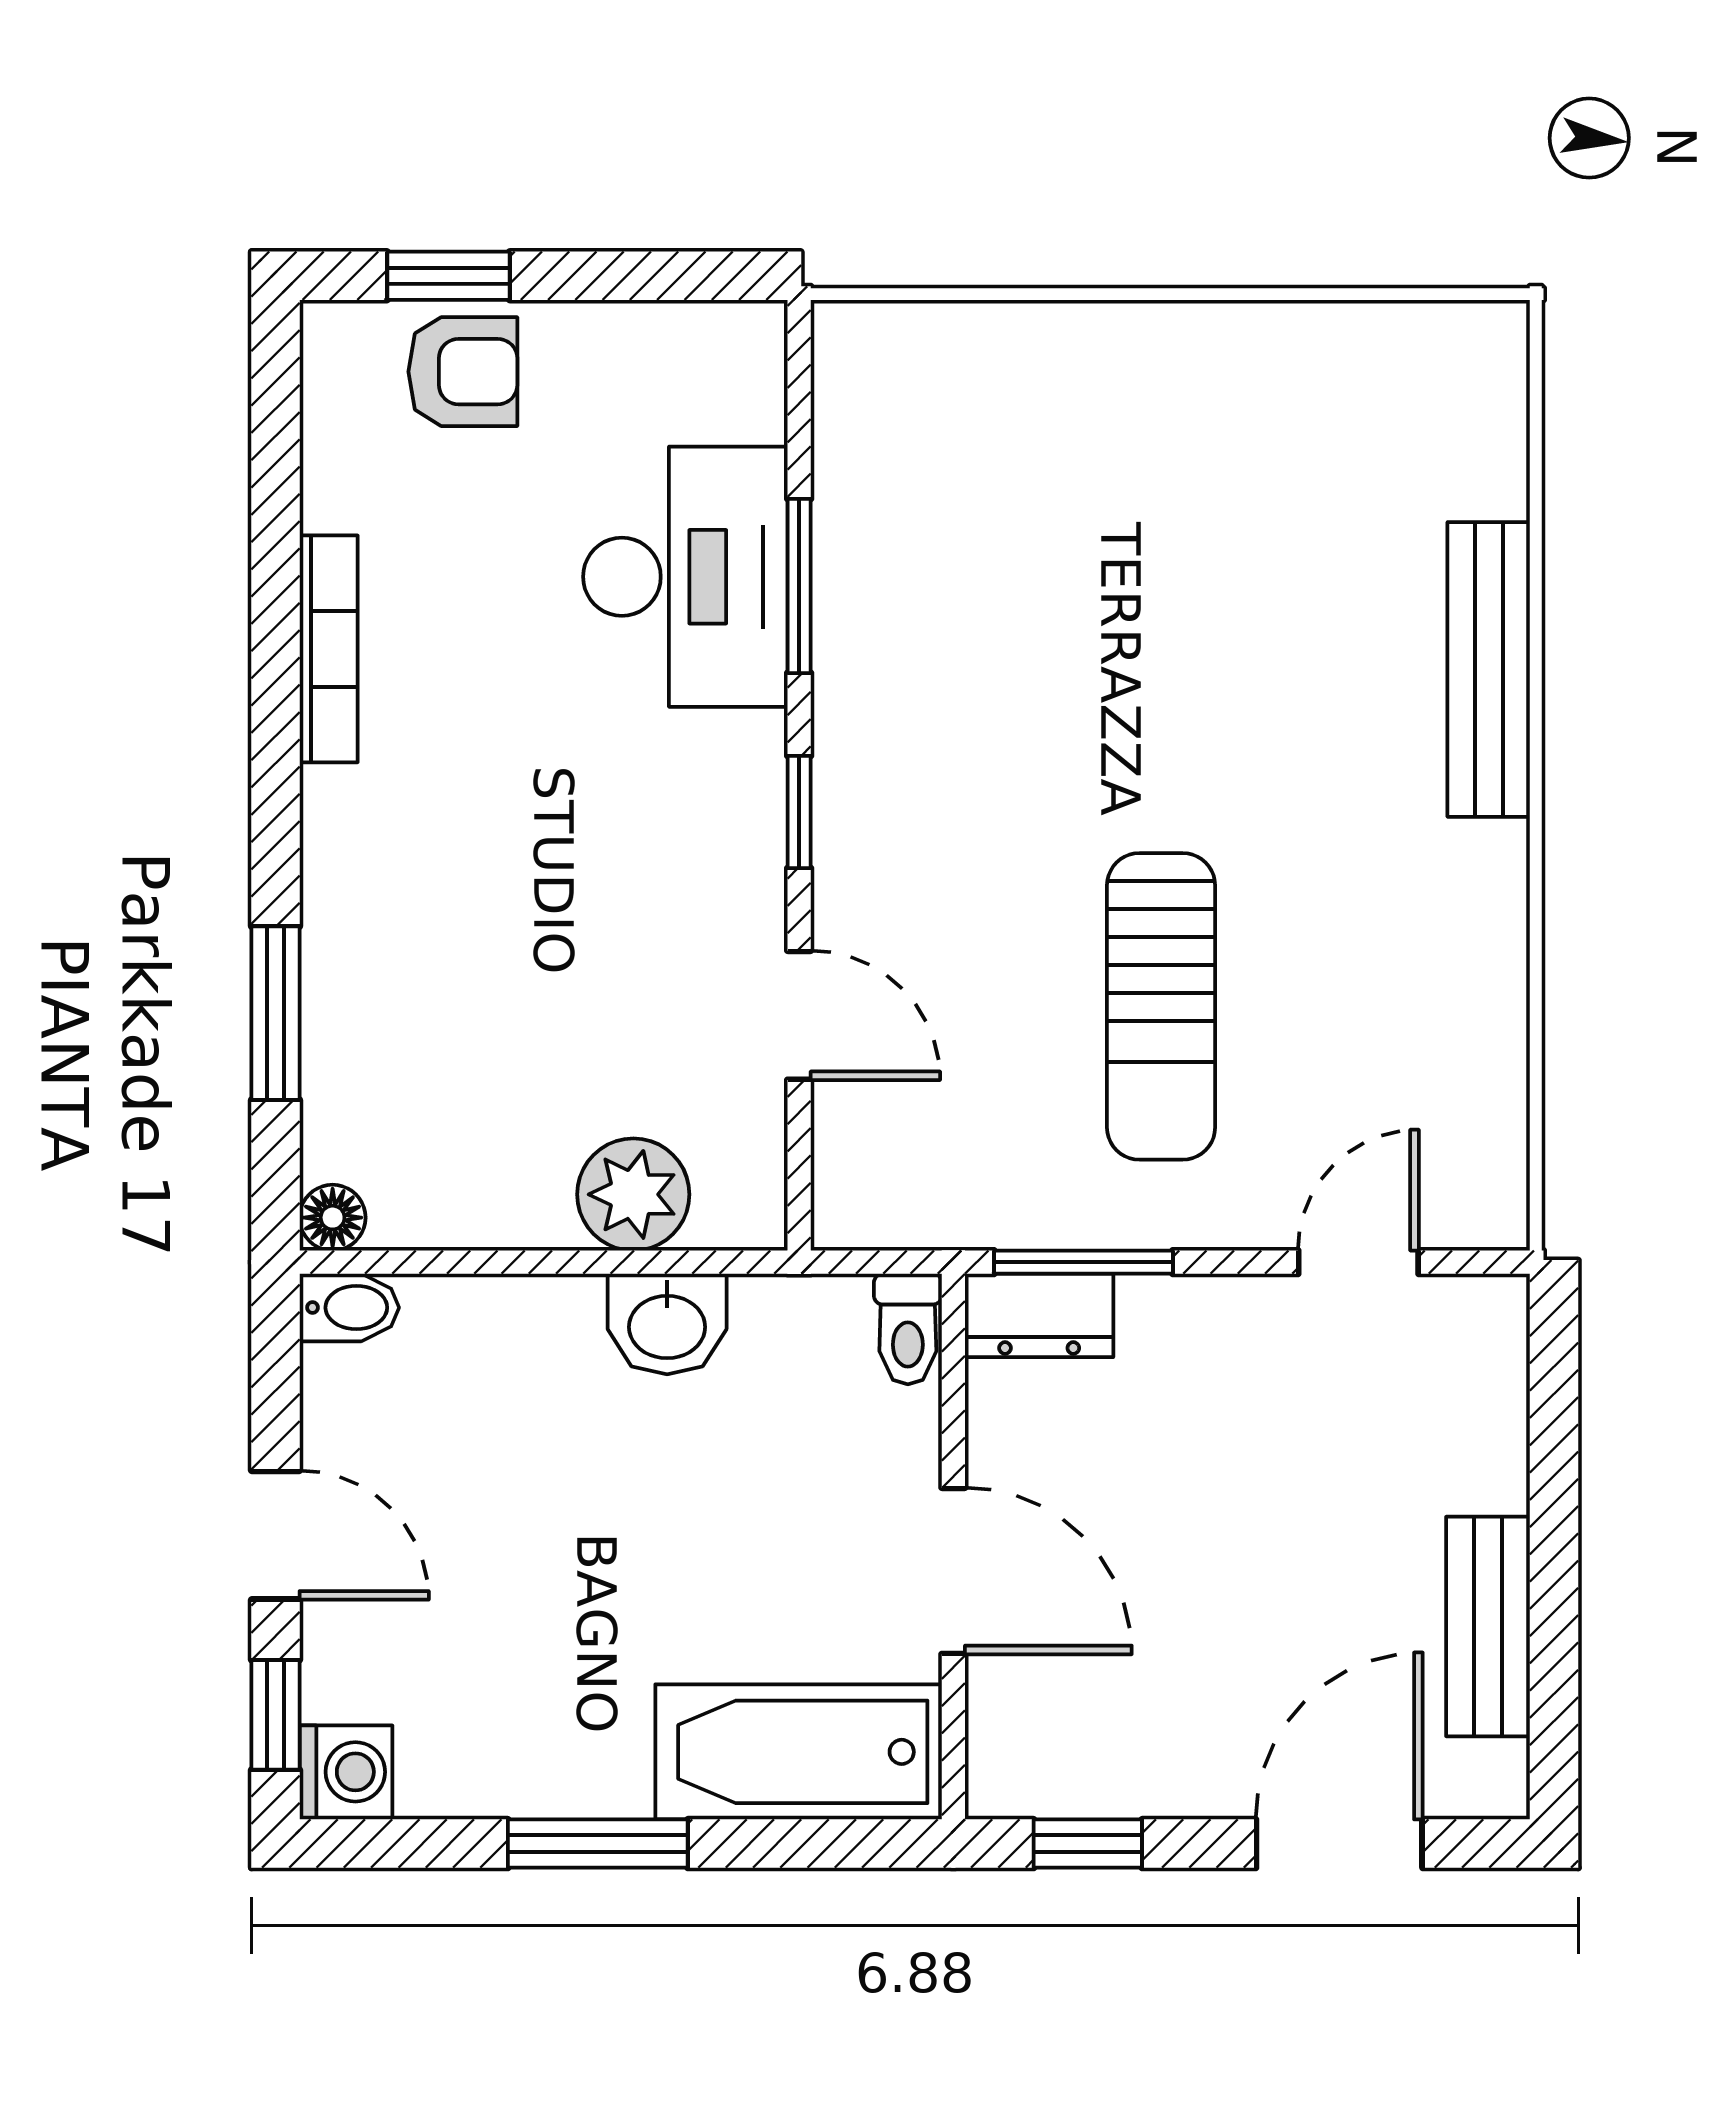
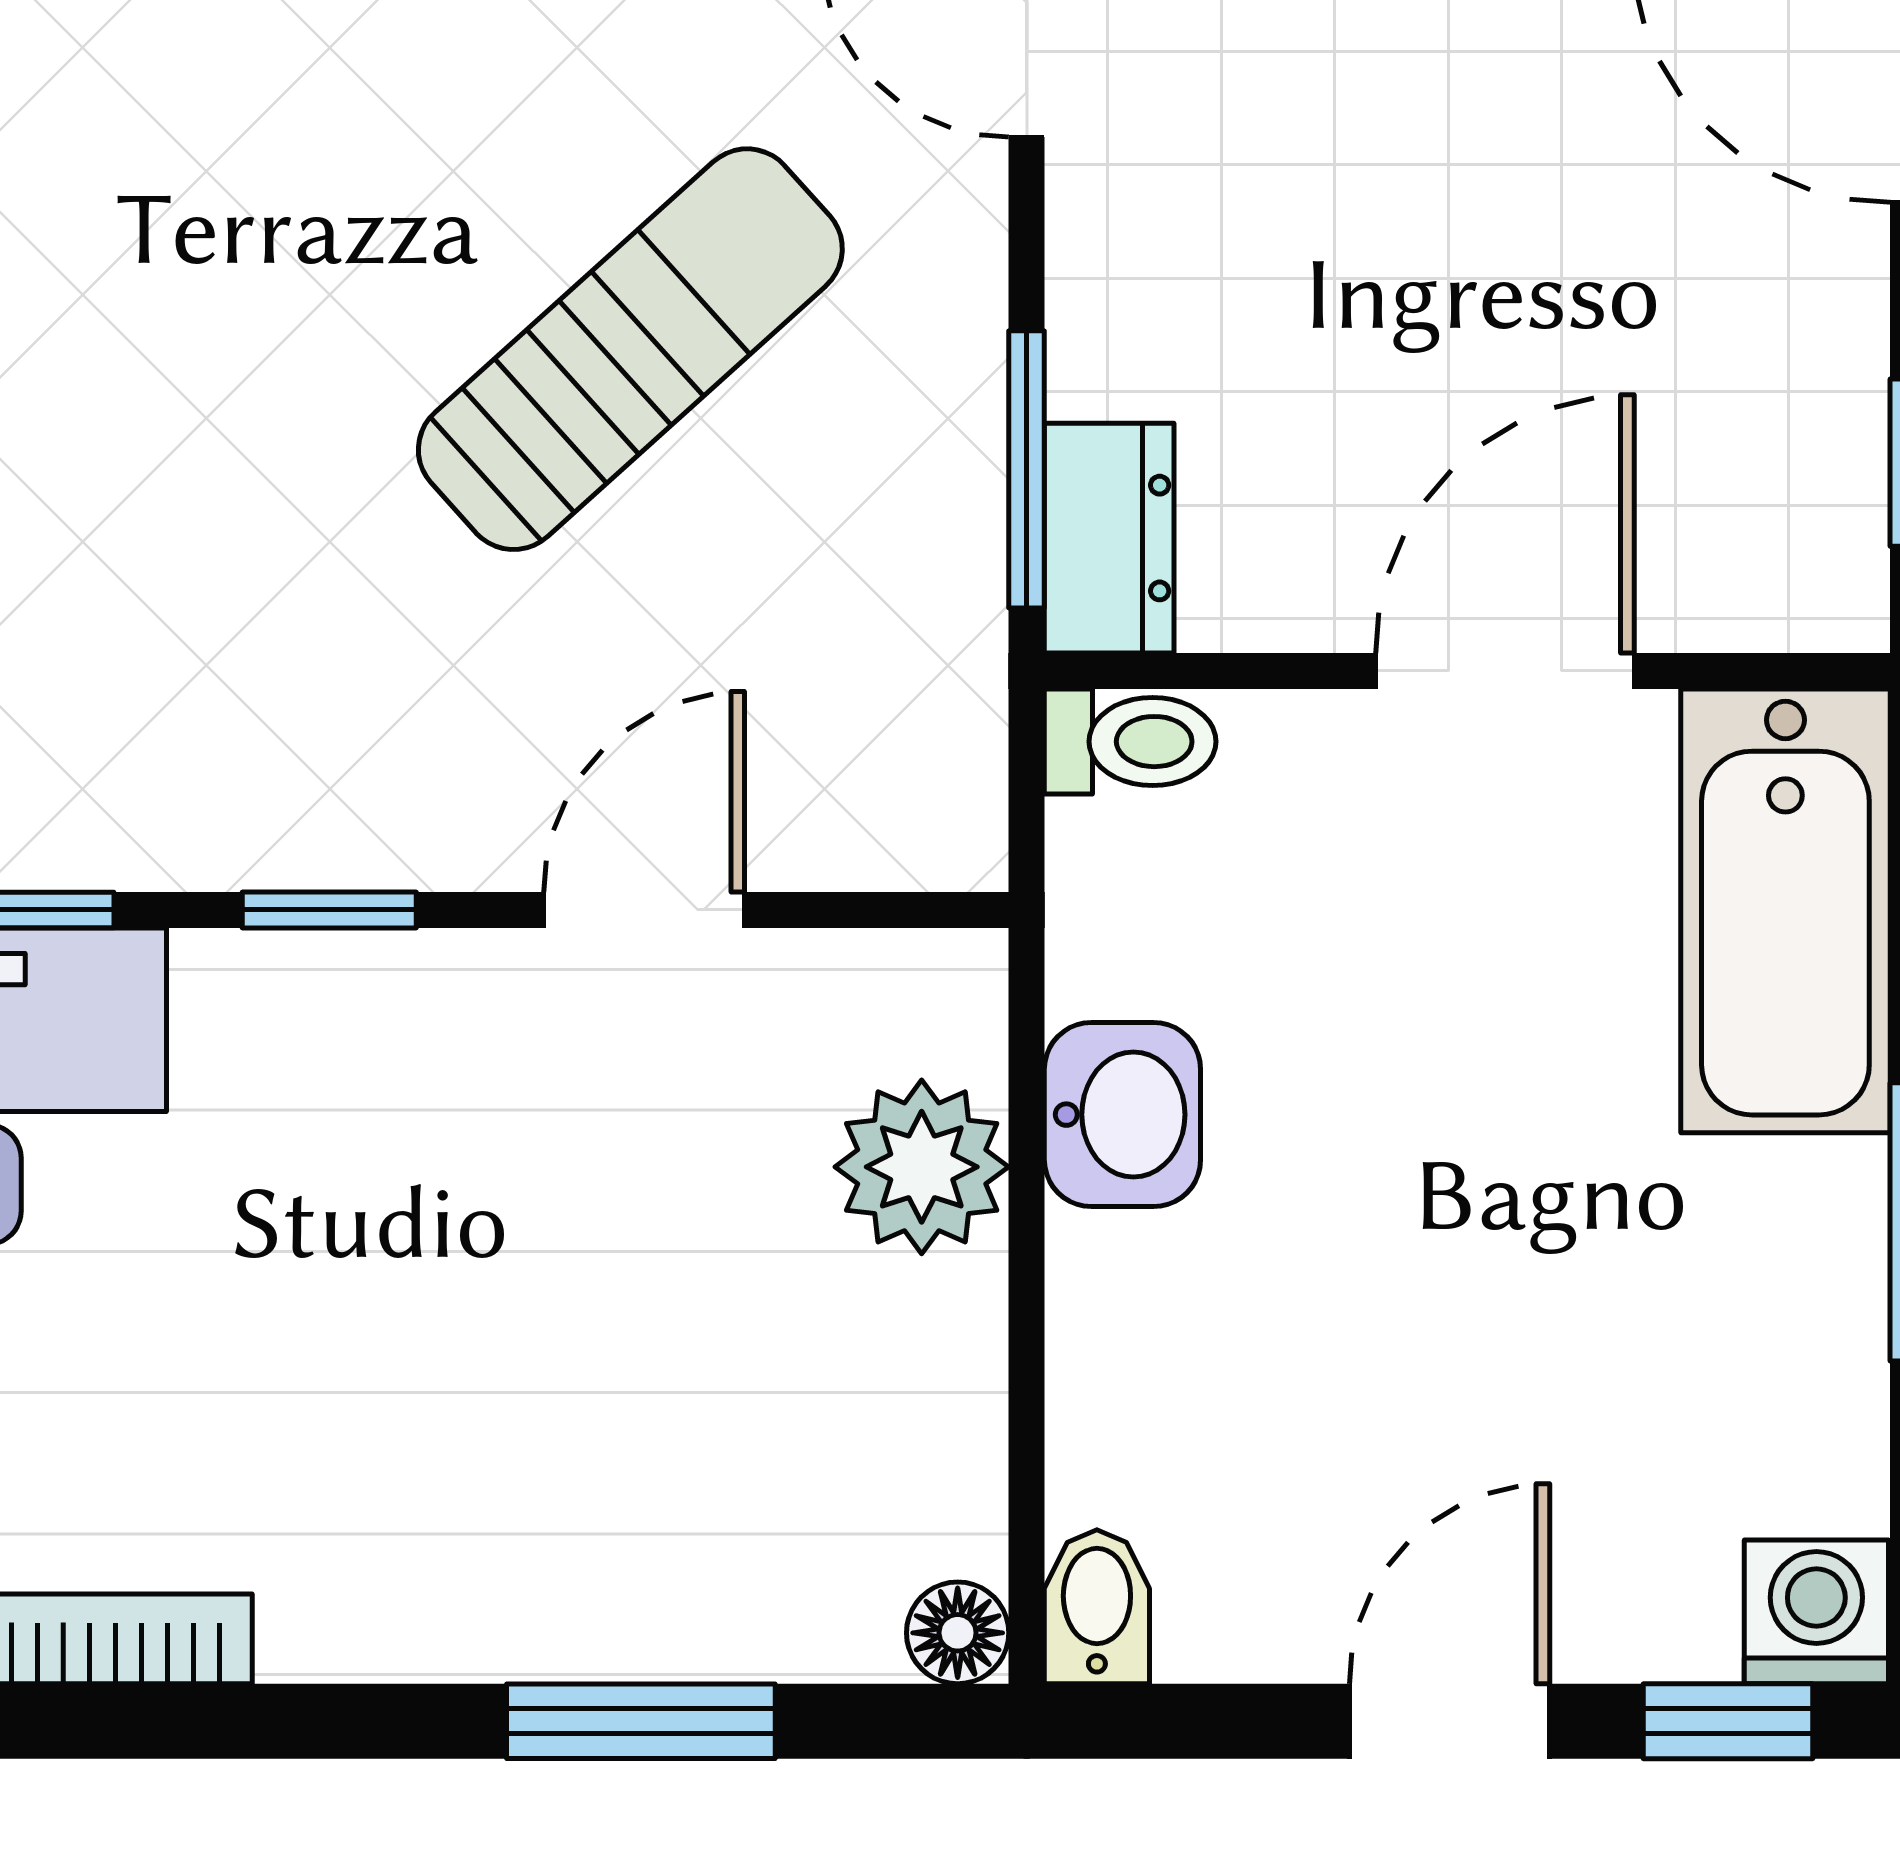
sun lounger: (1161, 1006) -> (630, 349), turned -42

